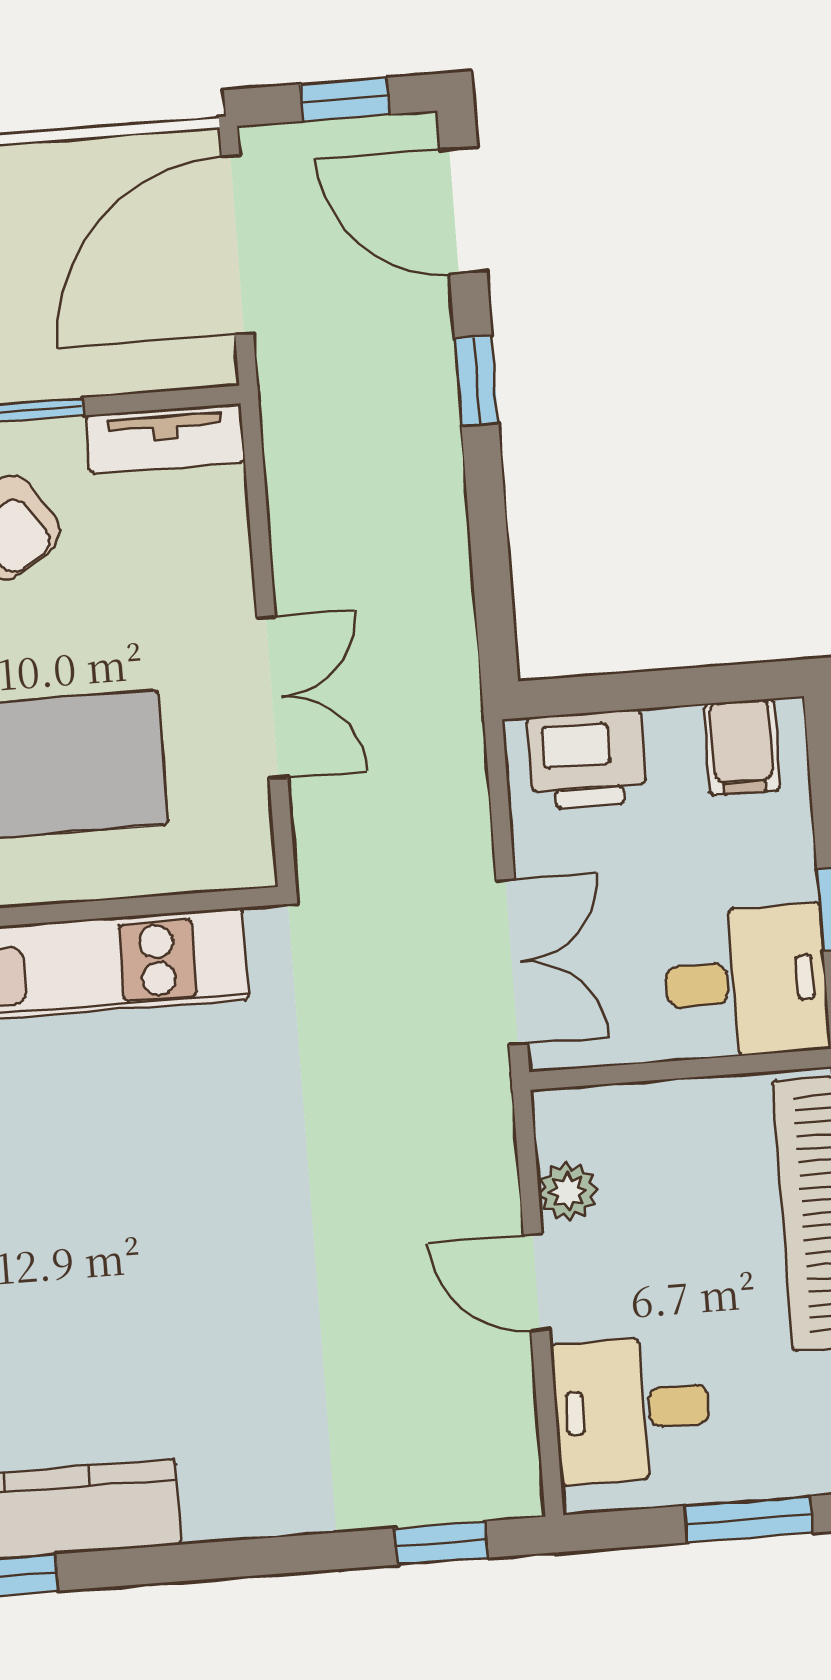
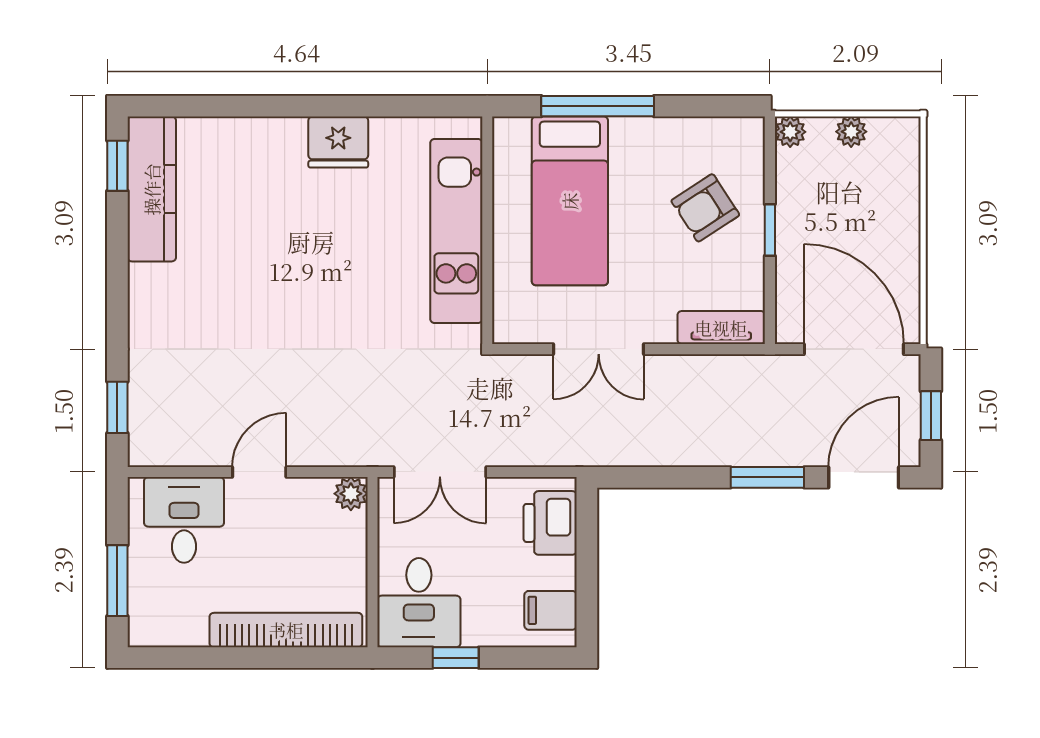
window: (477, 381) -> (767, 477), width x1.50
tv unit: (166, 439) -> (721, 328), moved, turned 90
plant: (568, 1191) -> (351, 494), moved

